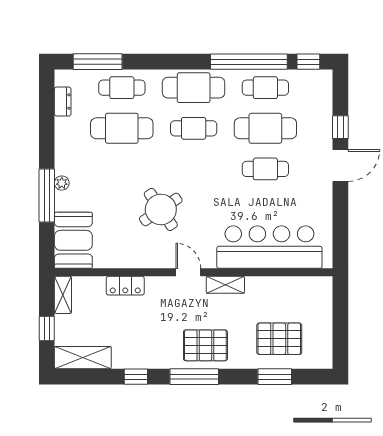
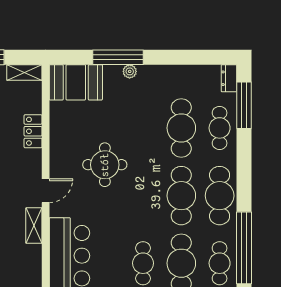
dresser: (63, 102) -> (229, 78), moved, turned 90
cafe table: (194, 128) -> (181, 196), width x1.37, depth x1.35
round table: (161, 209) -> (105, 165), turned 34

